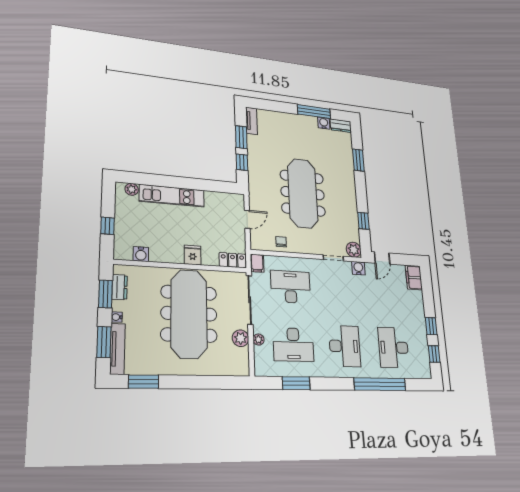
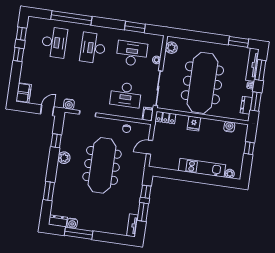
plant: (354, 250) -> (64, 158), moved
plant: (241, 338) -> (171, 48), moved

